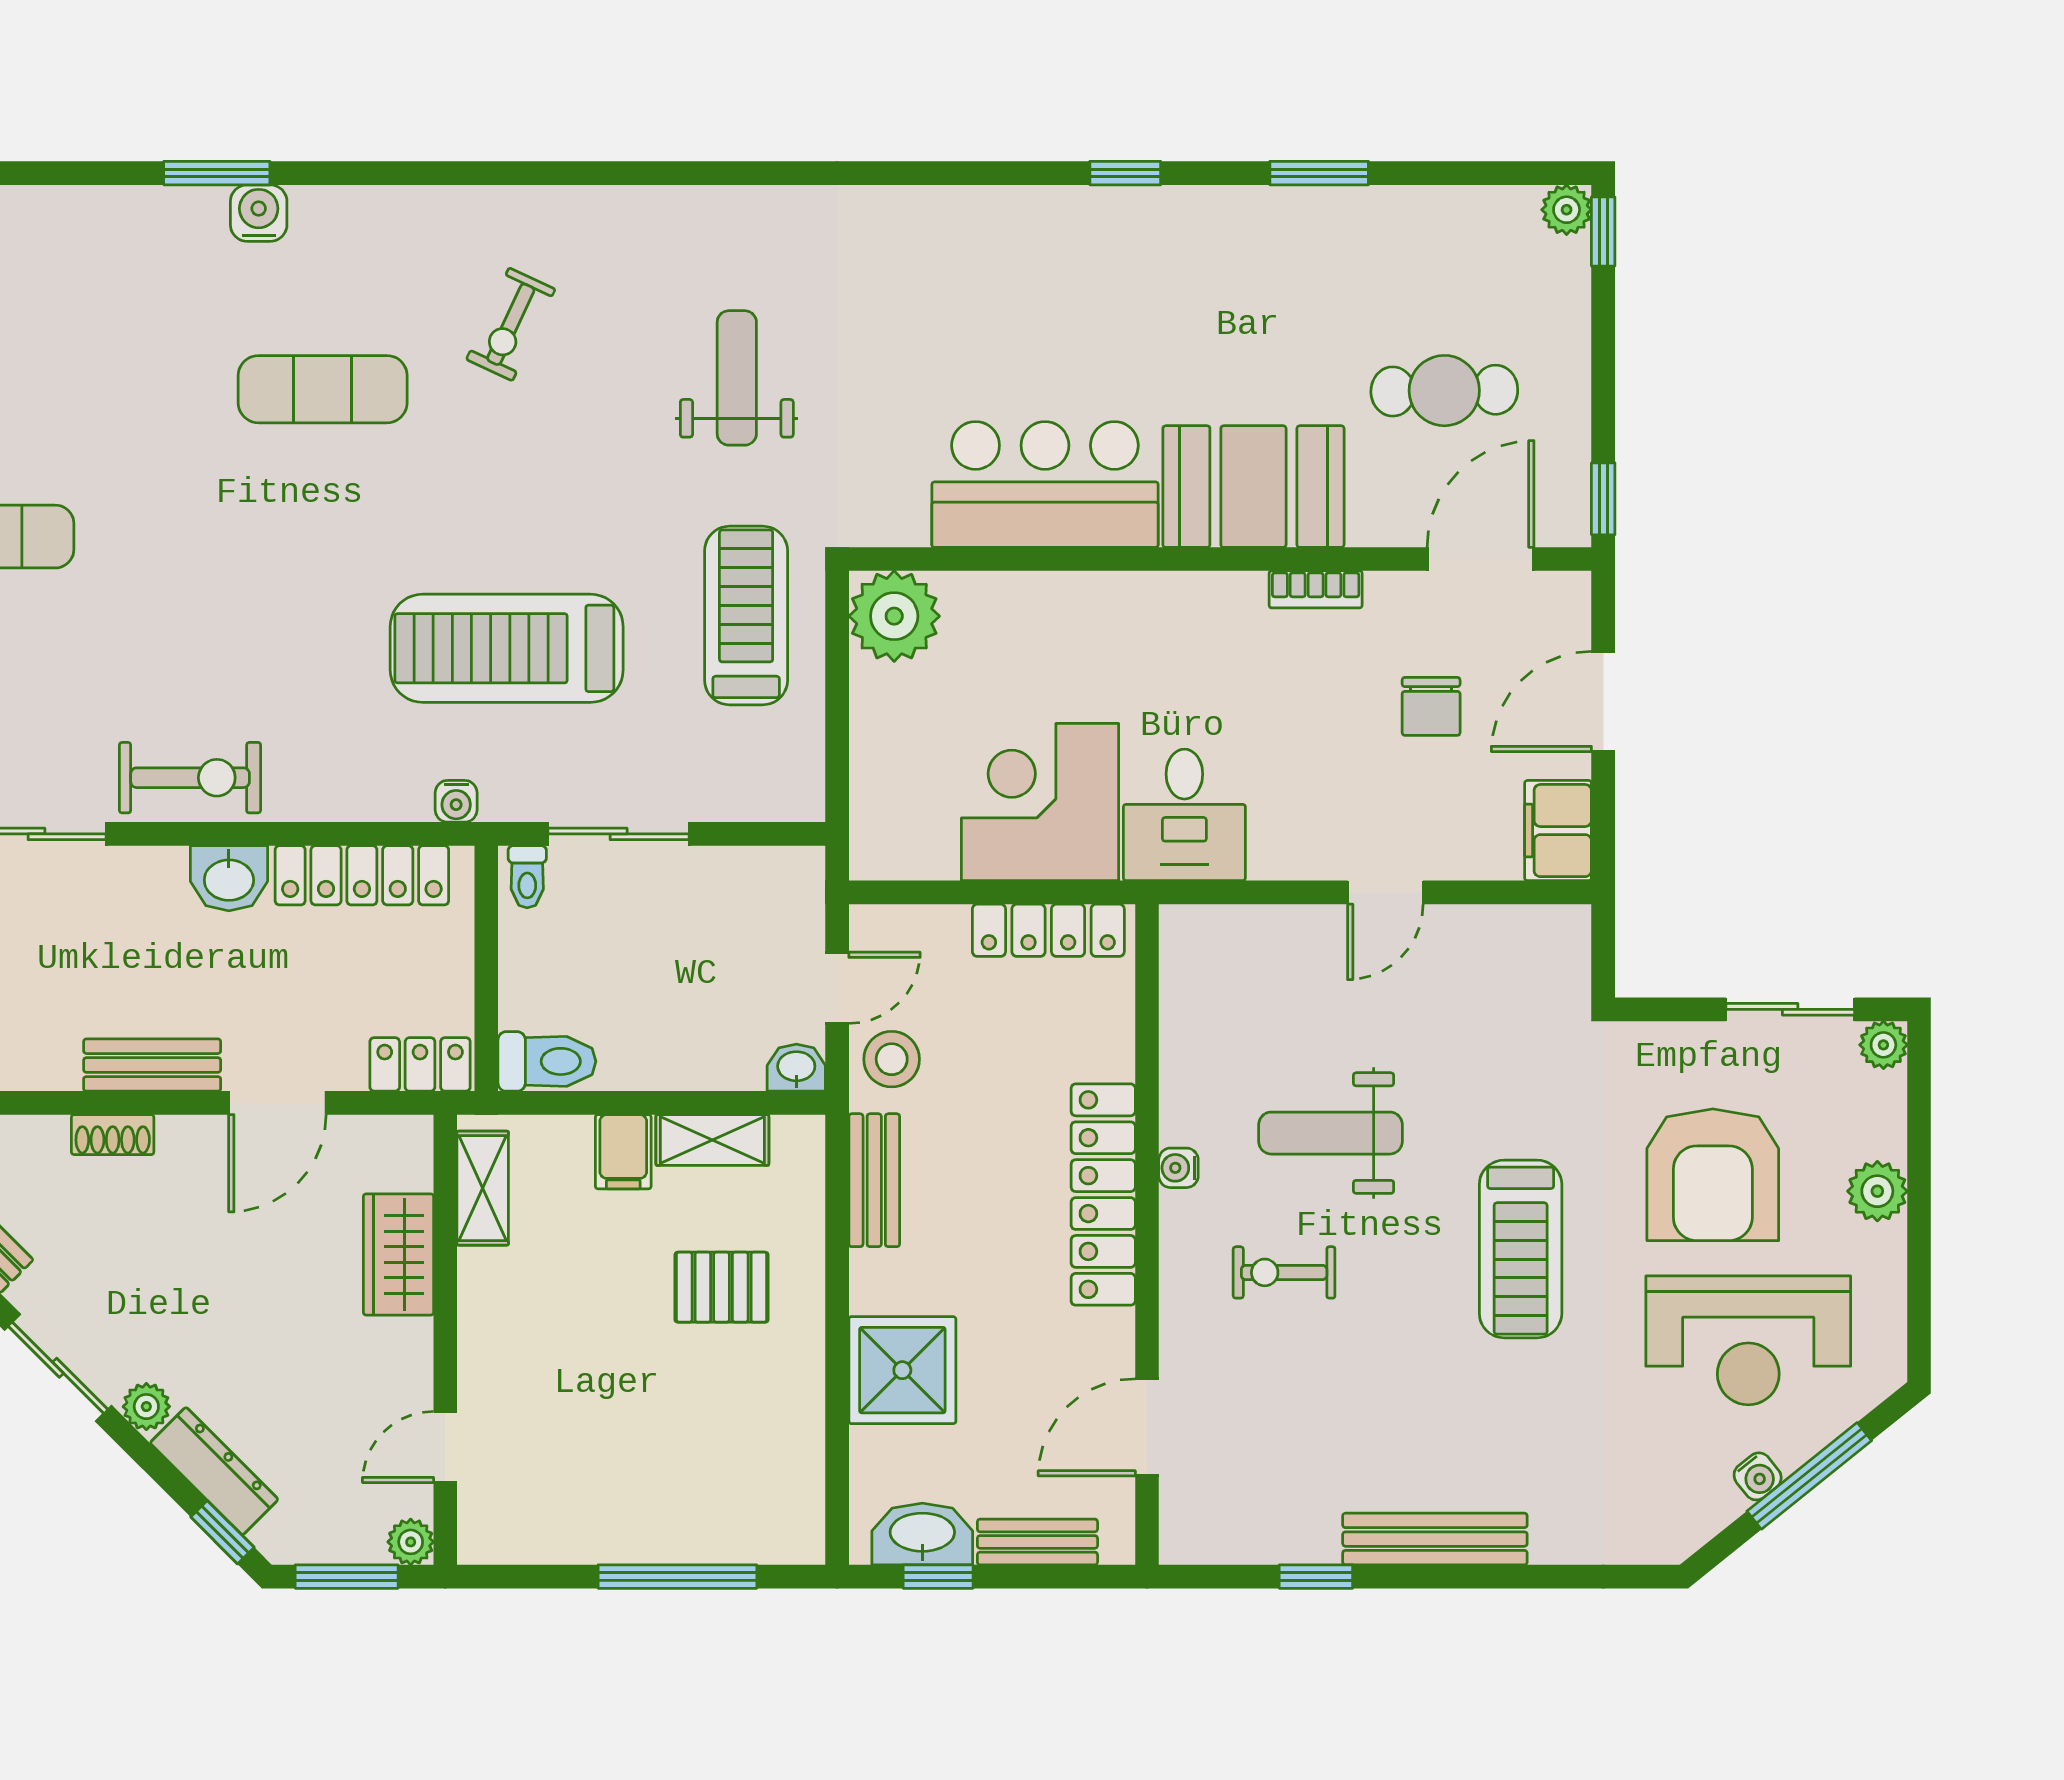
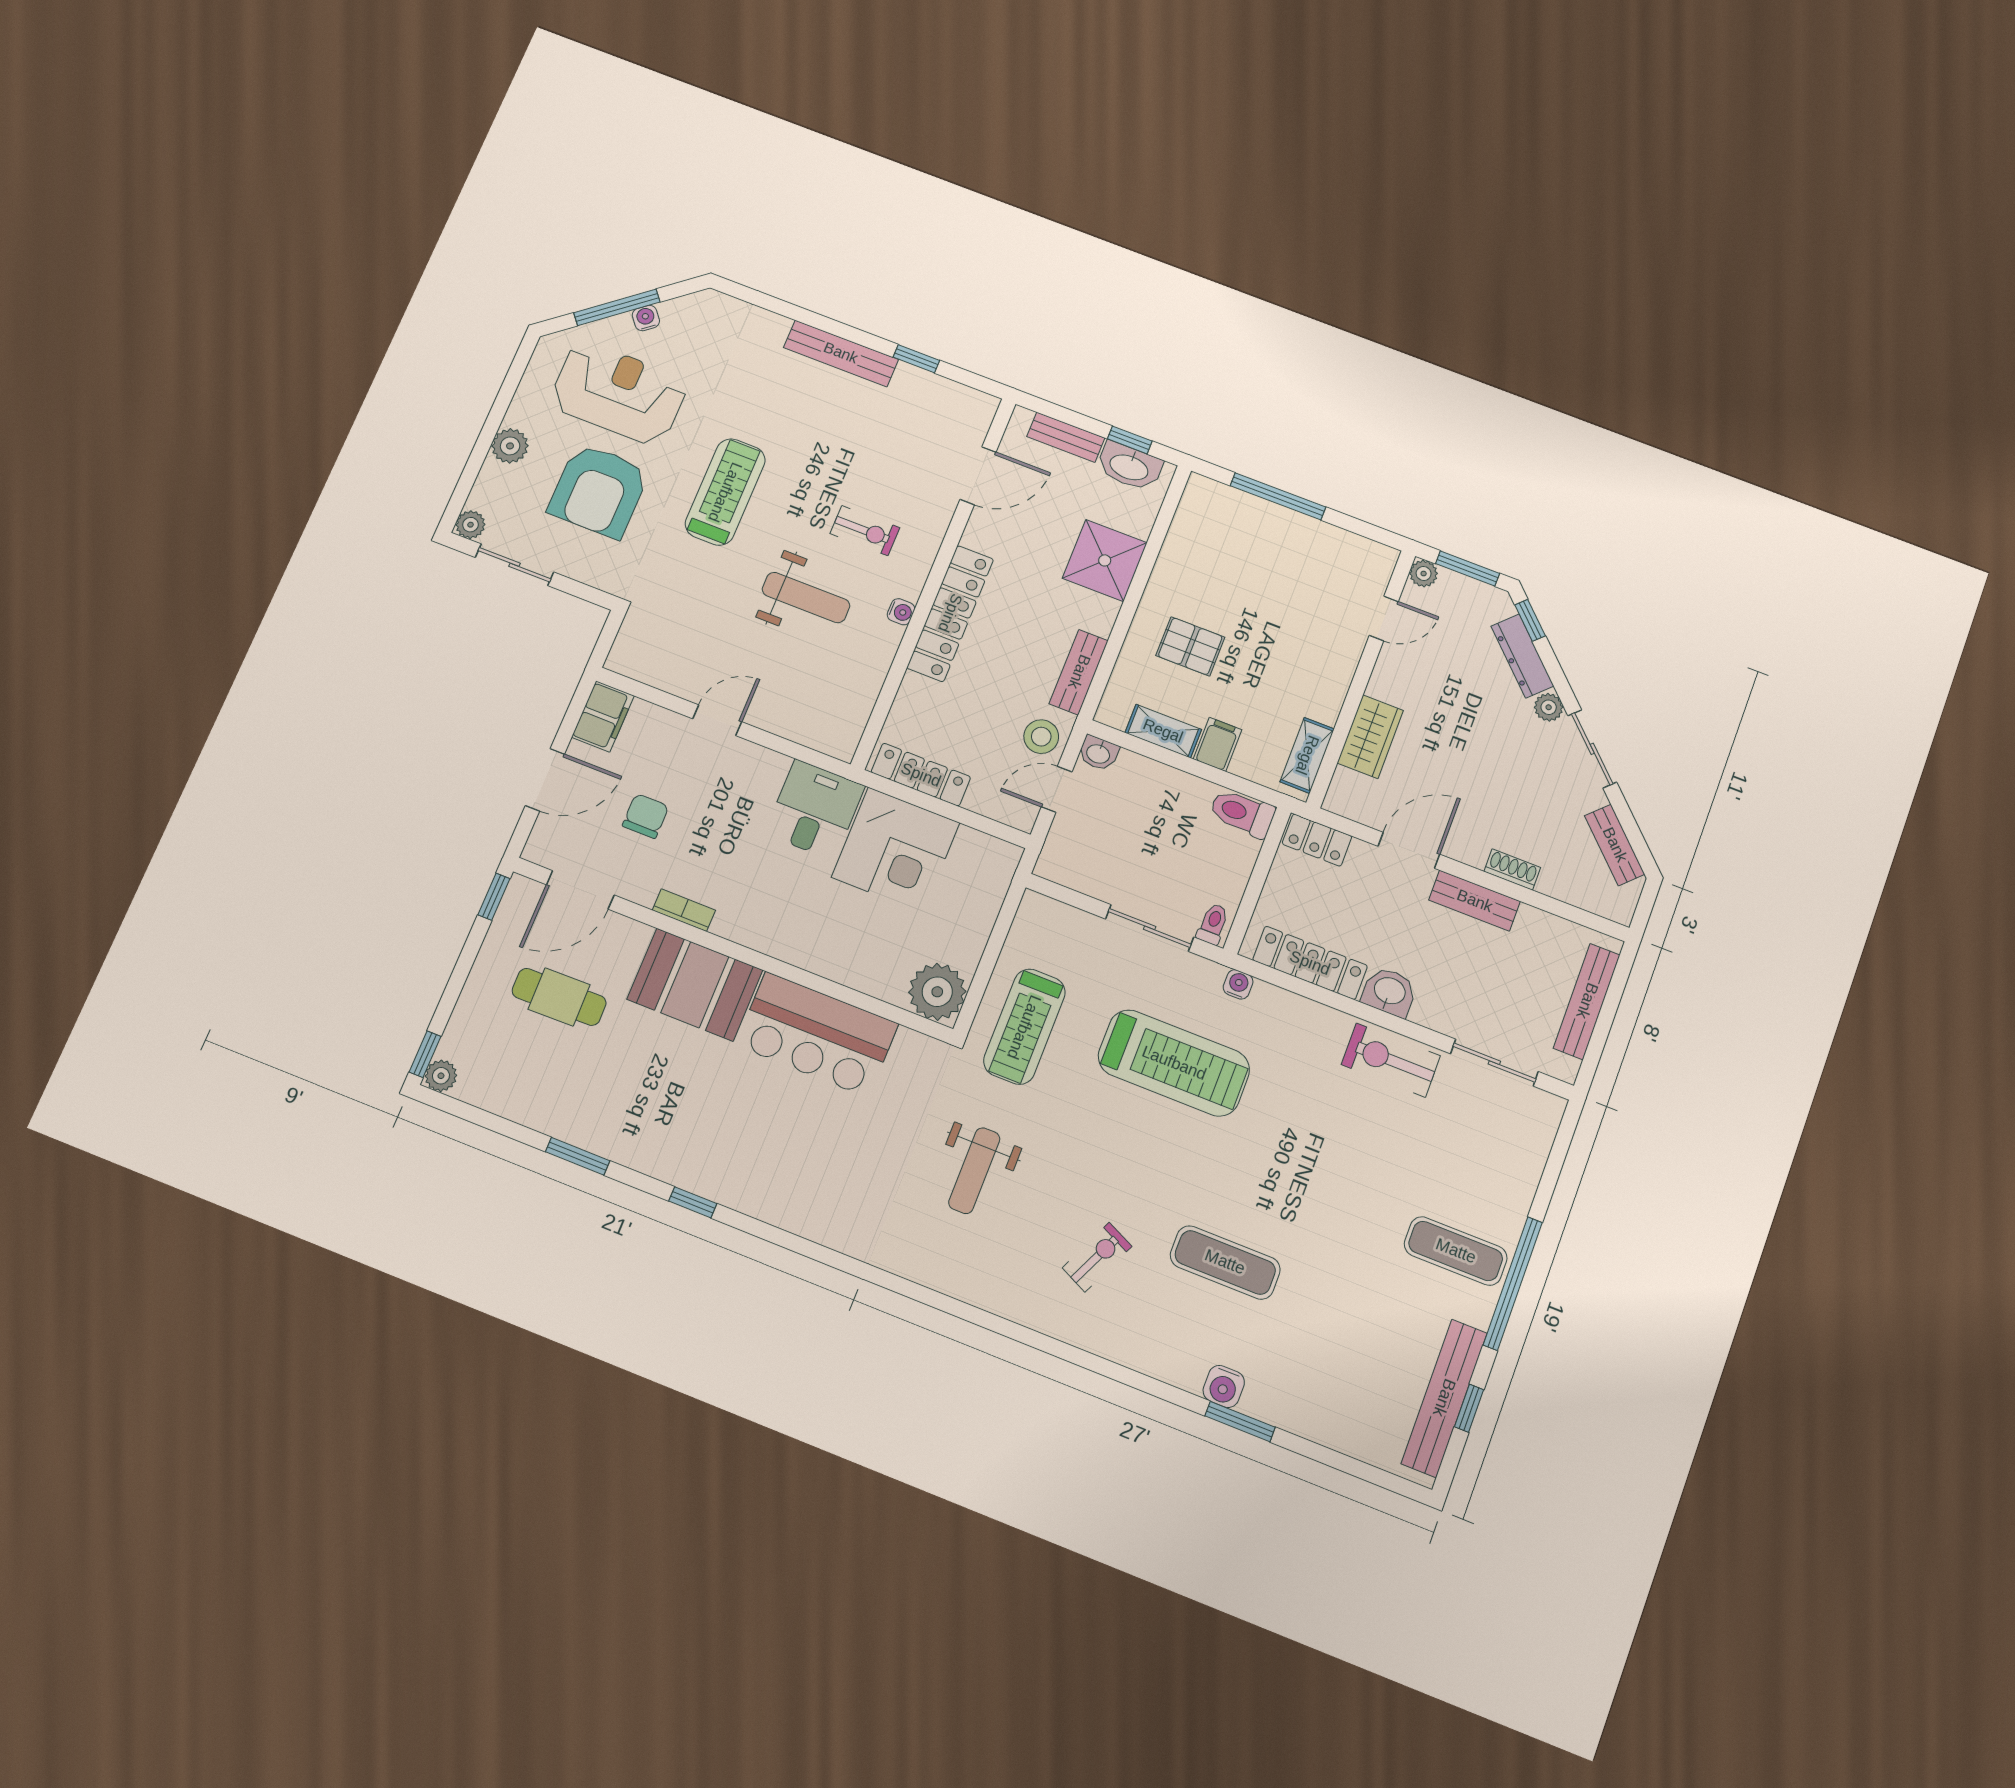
armchair: (1713, 1175) -> (599, 491), turned 180

